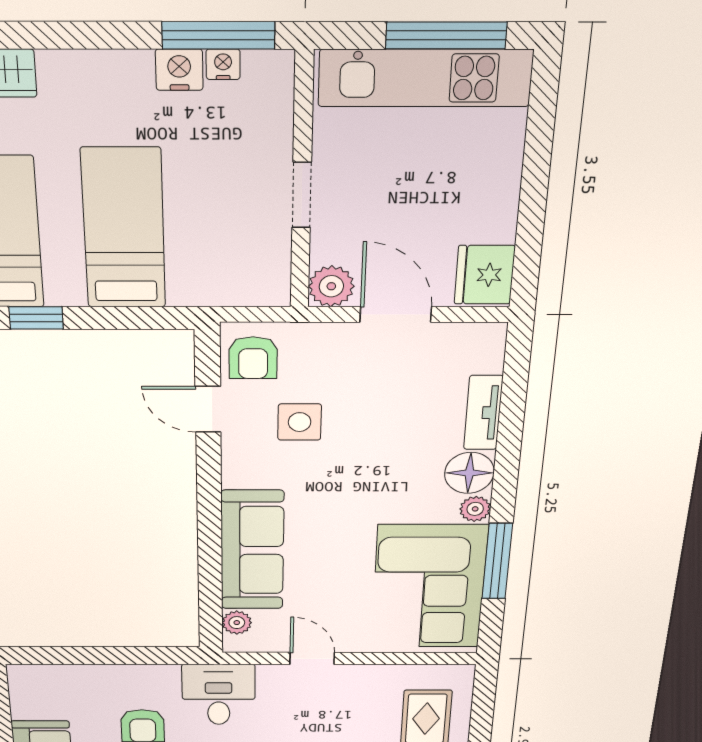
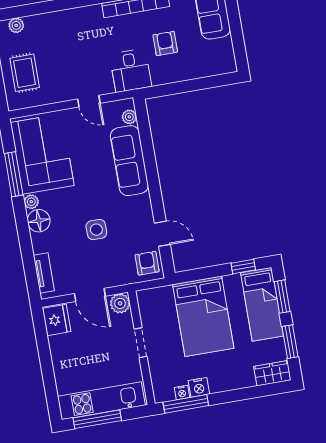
bed: (124, 229) -> (203, 316), width x1.50
tv unit: (483, 413) -> (44, 273), moved
side table: (300, 422) -> (96, 230), moved

